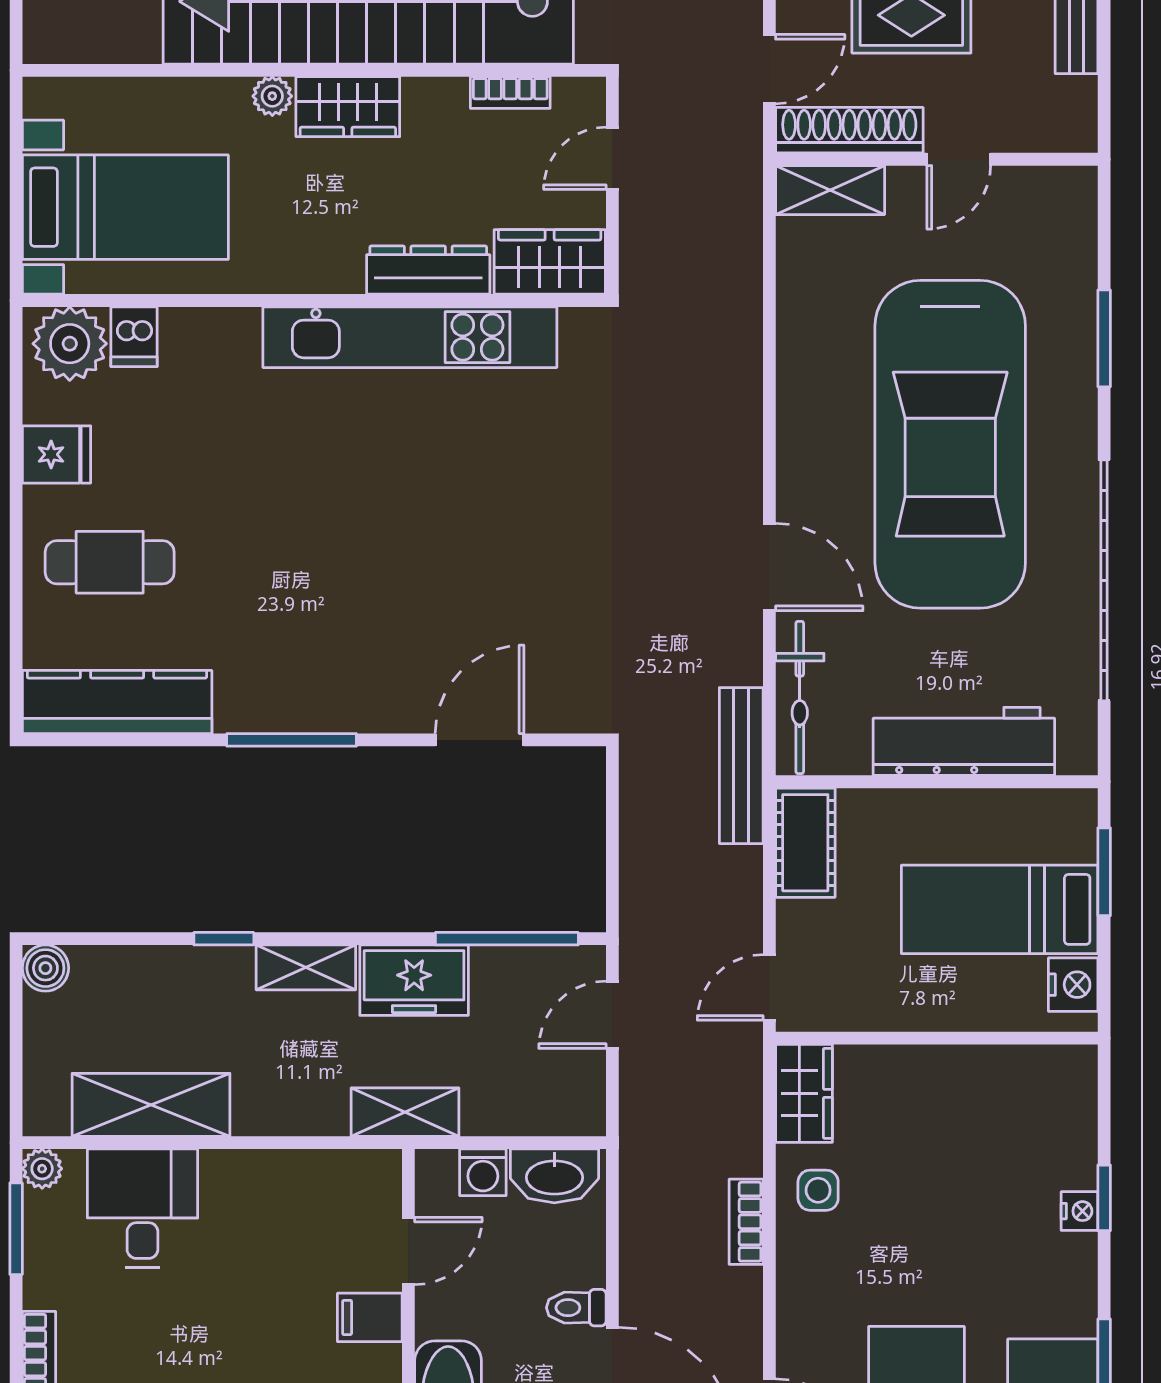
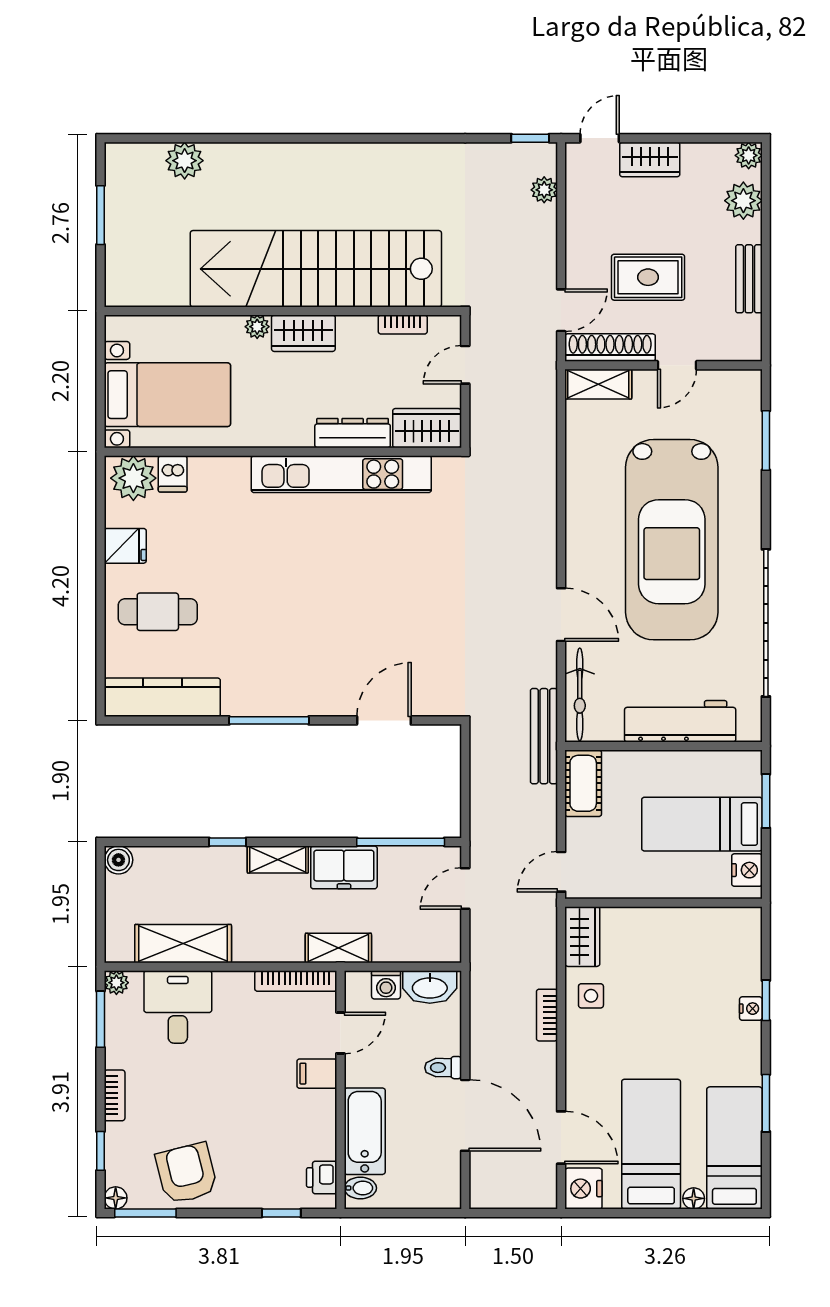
window: (1104, 338) -> (766, 440), moved
bookcase: (335, 1166) -> (296, 981), added

